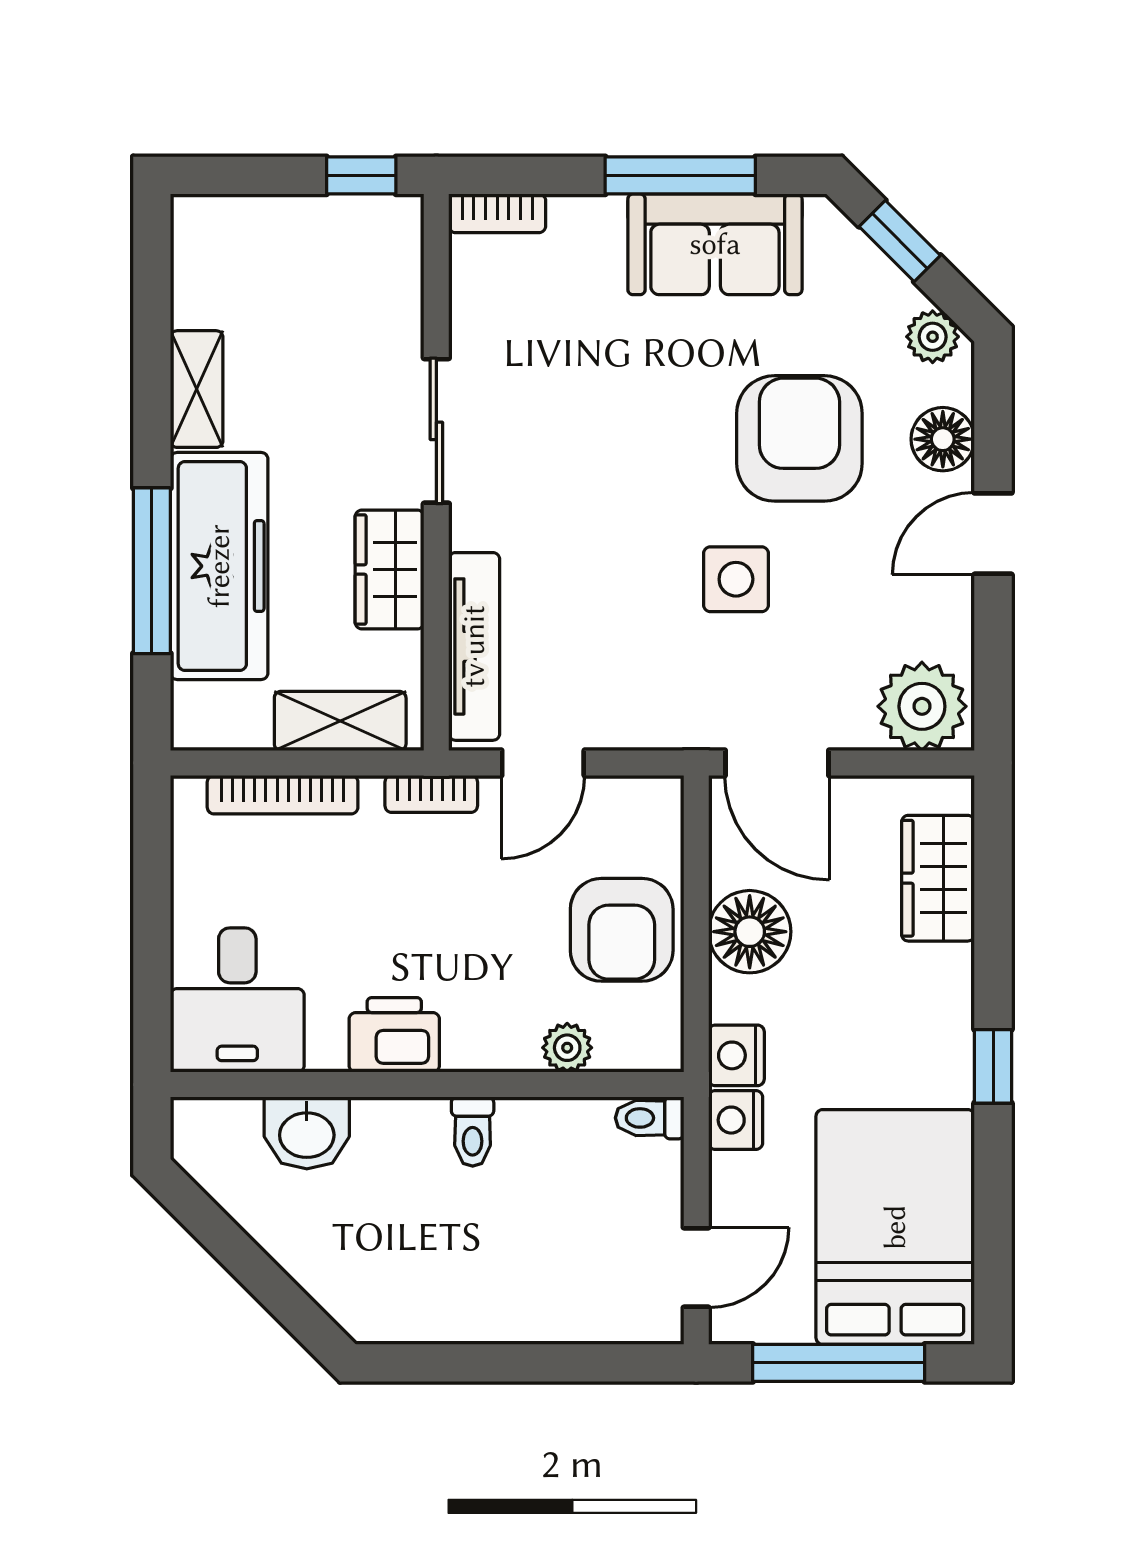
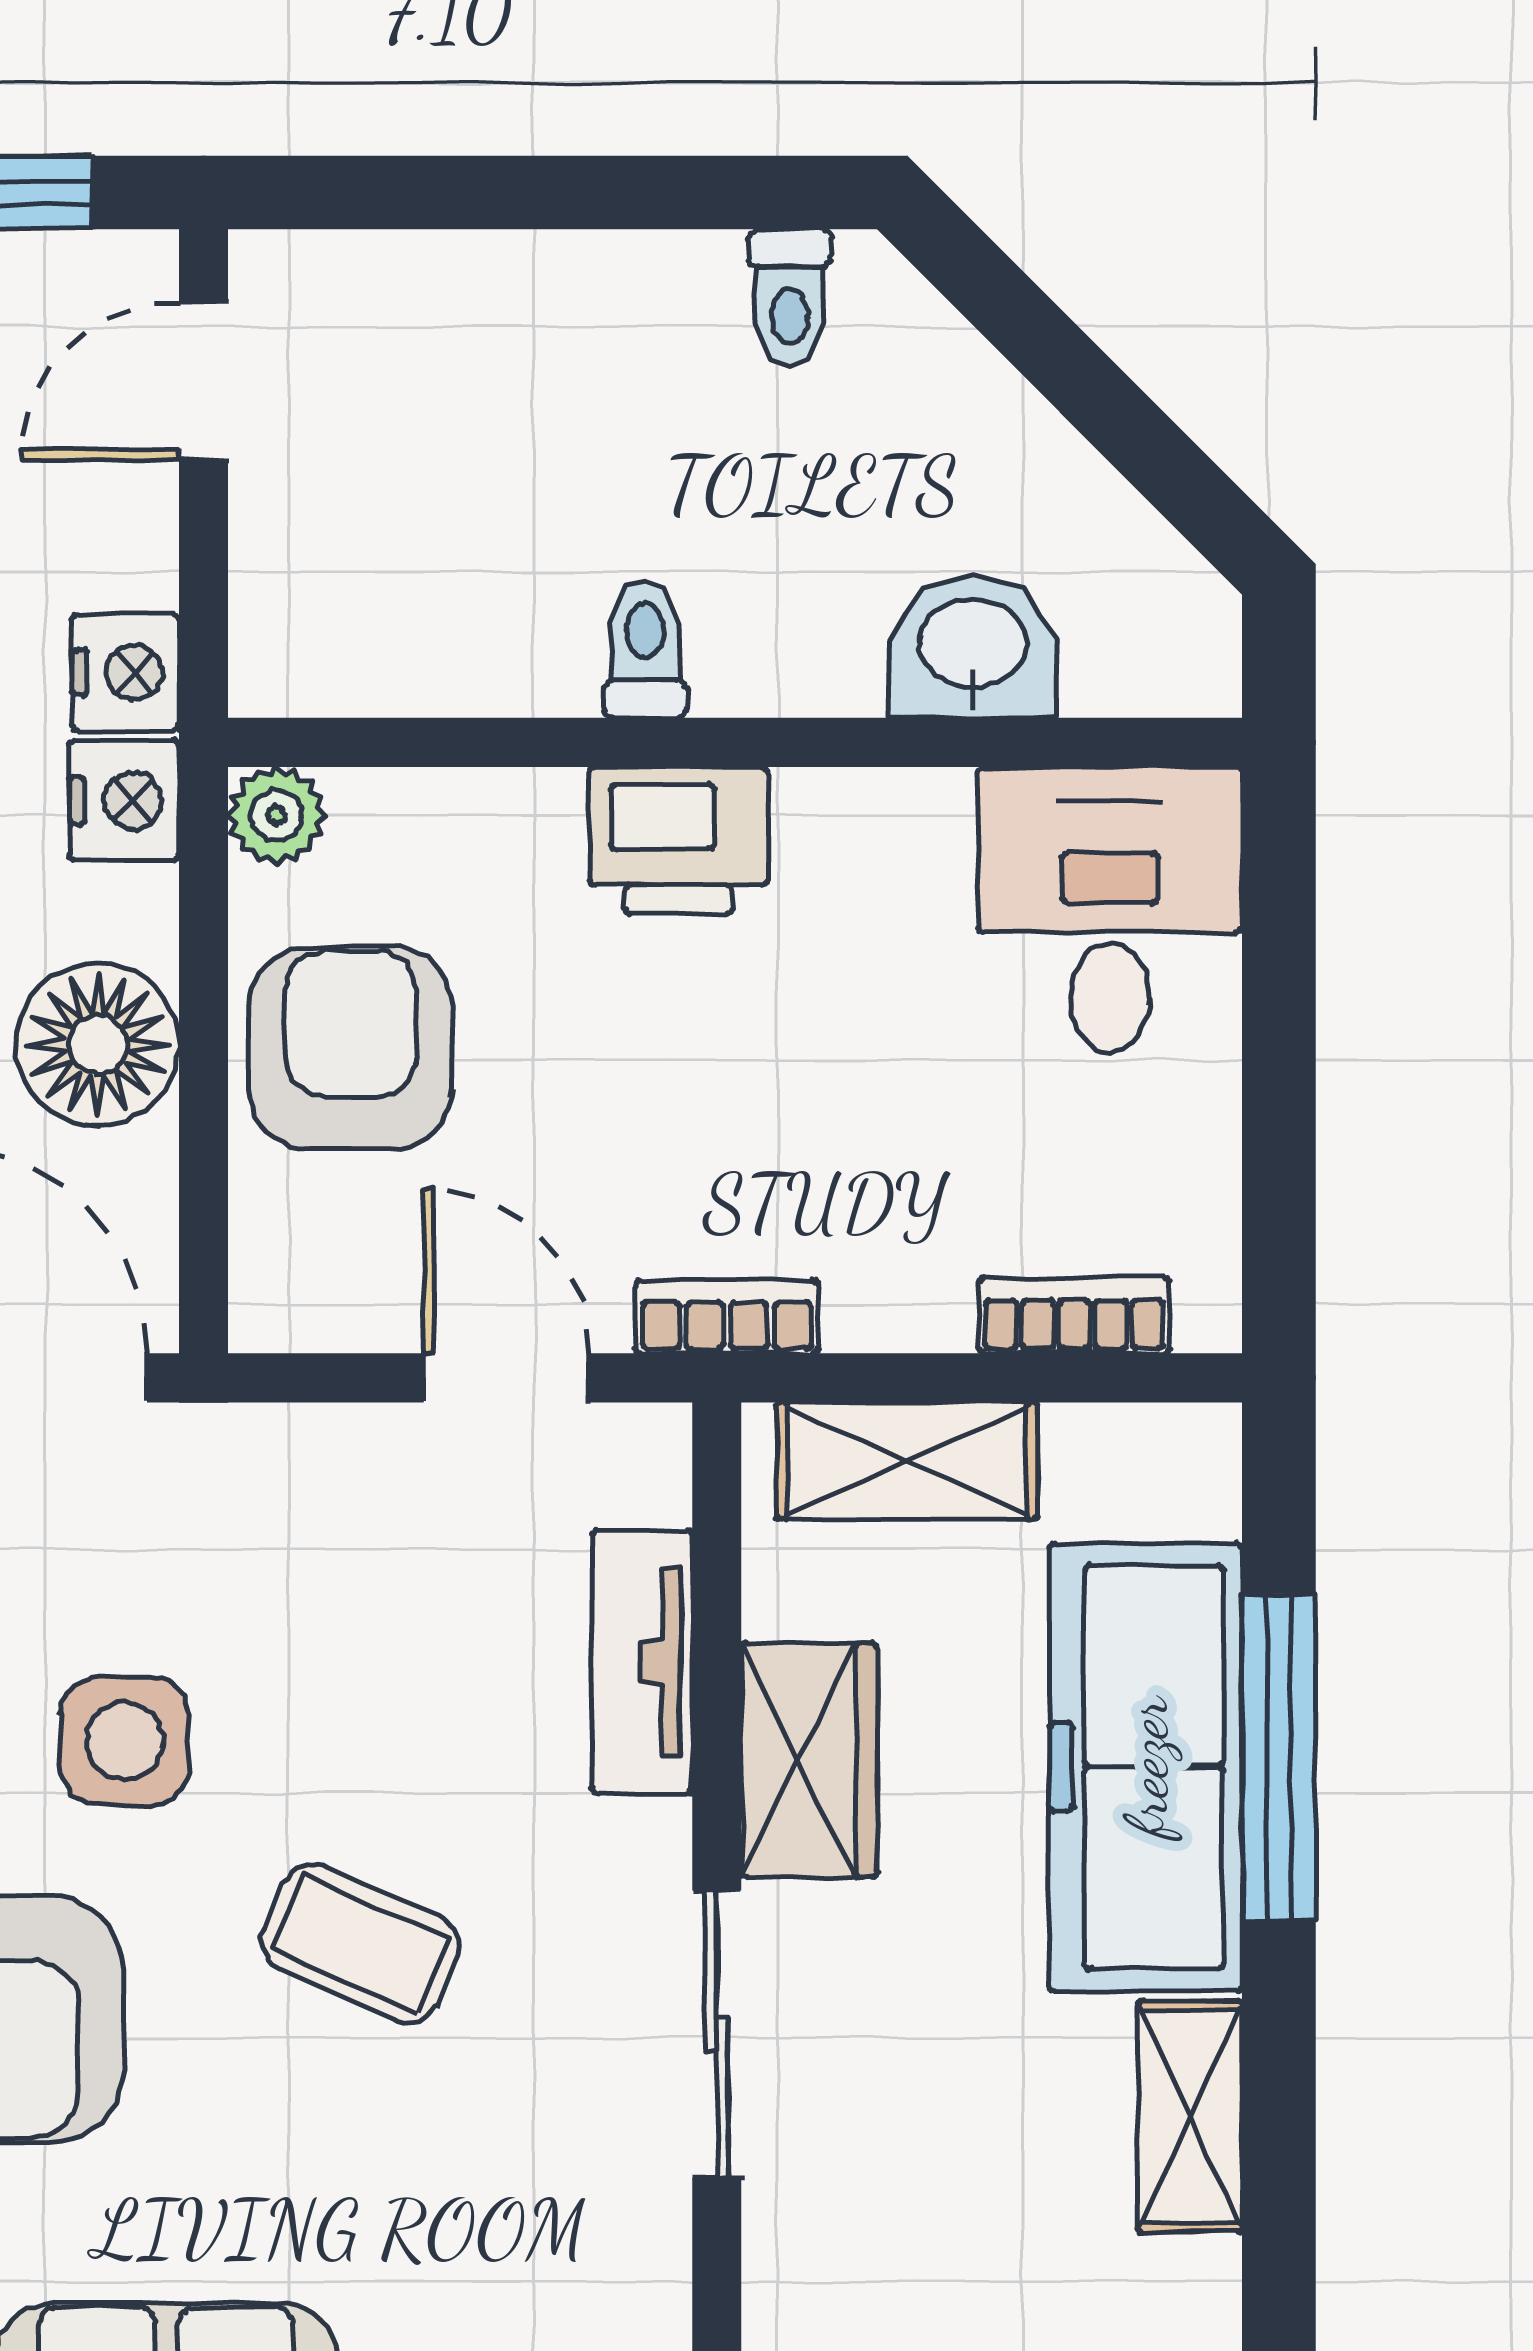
coffee table: (617, 477) -> (360, 1944), added
tv unit: (474, 646) -> (642, 1662), width x0.71
door: (543, 763) -> (506, 1378), hinge flipped
bookcase: (283, 795) -> (1074, 1315), width x0.64
printer: (394, 1035) -> (679, 841), moved
plant: (567, 1048) -> (276, 815), moved
toilet: (650, 1118) -> (790, 297), moved, turned 90

